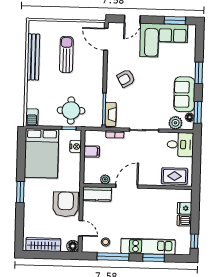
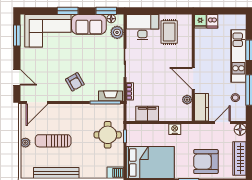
plant: (65, 26) -> (25, 143), added
corner sofa: (164, 40) -> (48, 31), moved, turned 90
desk: (180, 144) -> (142, 27), width x1.37
nightstand: (76, 146) -> (175, 129), moved
filing cabinet: (92, 151) -> (147, 114), width x2.00
plant: (105, 179) -> (187, 100), moved
door: (127, 186) -> (193, 78), moved
wall: (138, 187) -> (193, 68), moved
kitchen counter: (97, 194) -> (201, 107), moved
armchair: (66, 204) -> (206, 162), moved
window: (194, 241) -> (232, 11), removed

